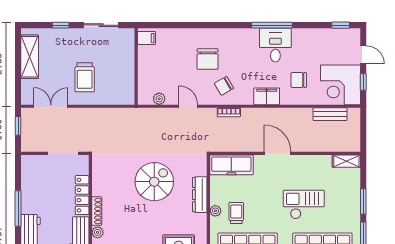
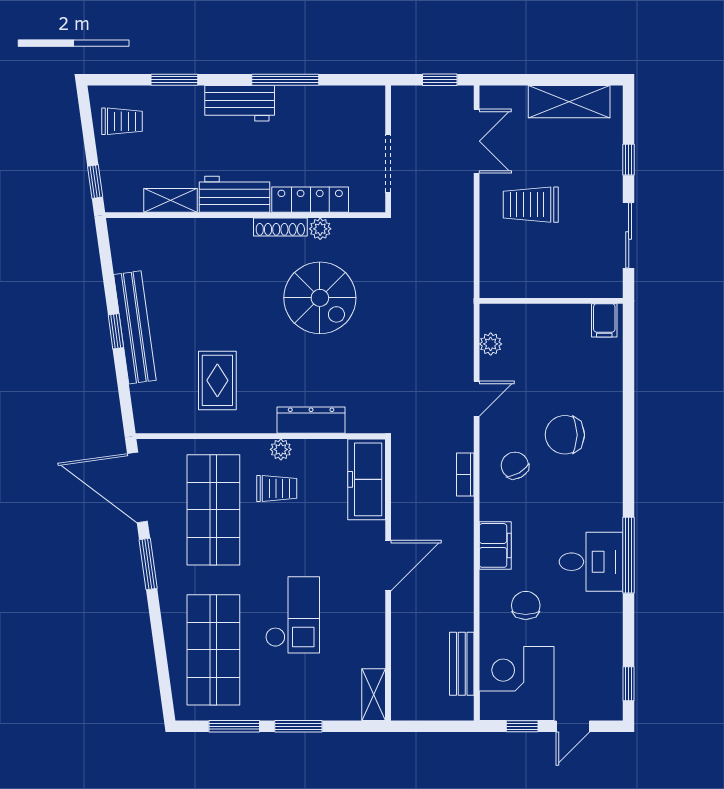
spiral stairs: (154, 182) -> (320, 298), moved
plant: (98, 232) -> (320, 229), moved

